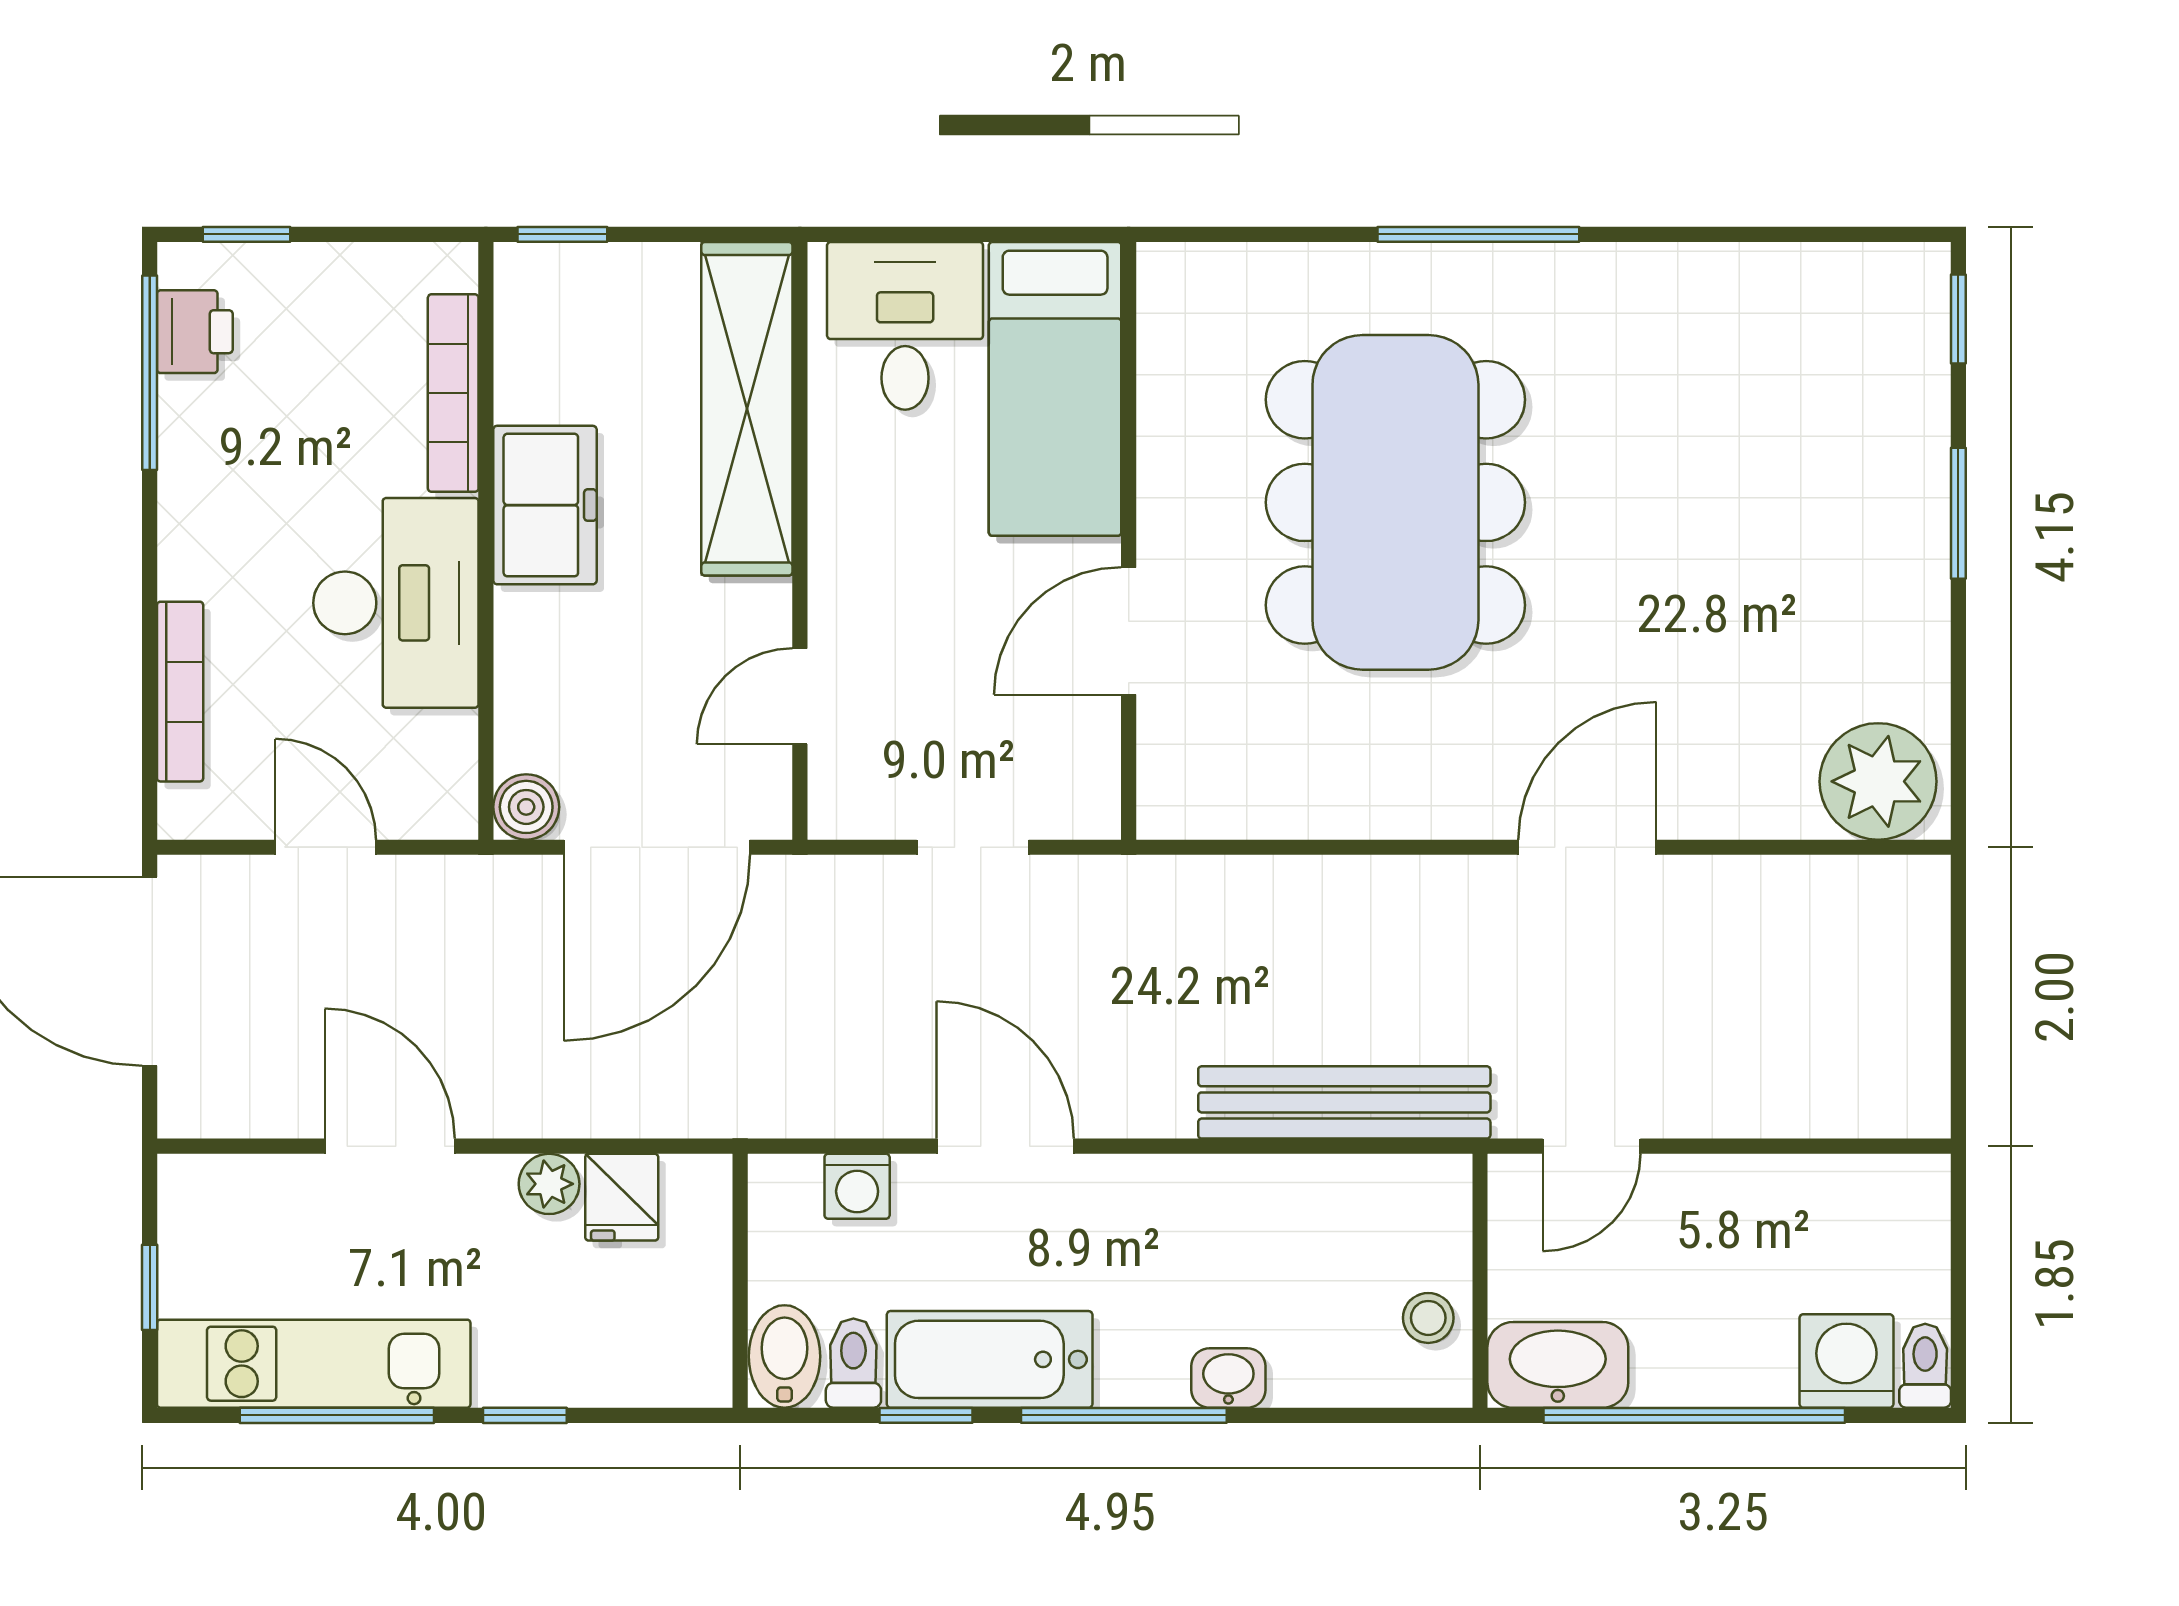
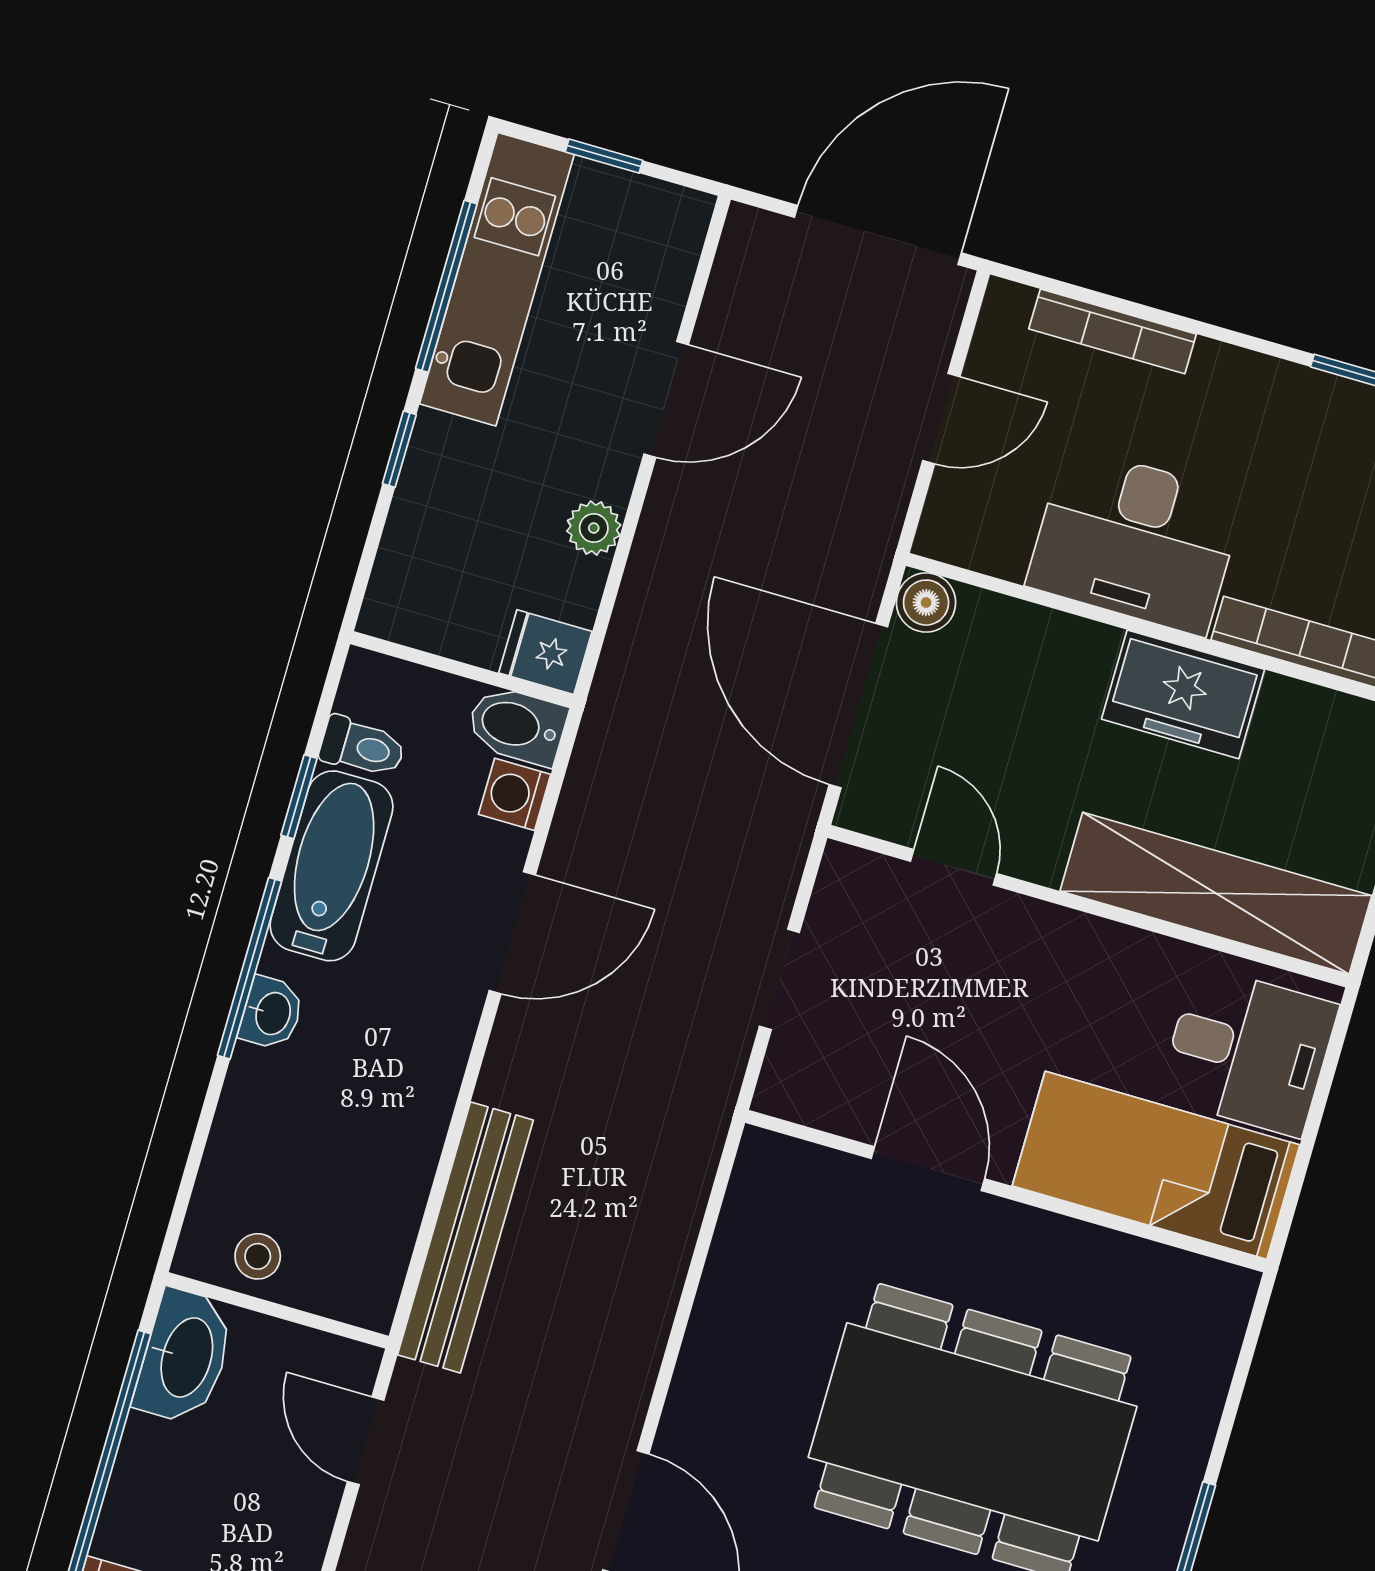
fridge: (622, 1197) -> (545, 652), moved
bidet: (784, 1356) -> (517, 725), moved, turned 180
washbasin: (1228, 1378) -> (272, 1013), moved

